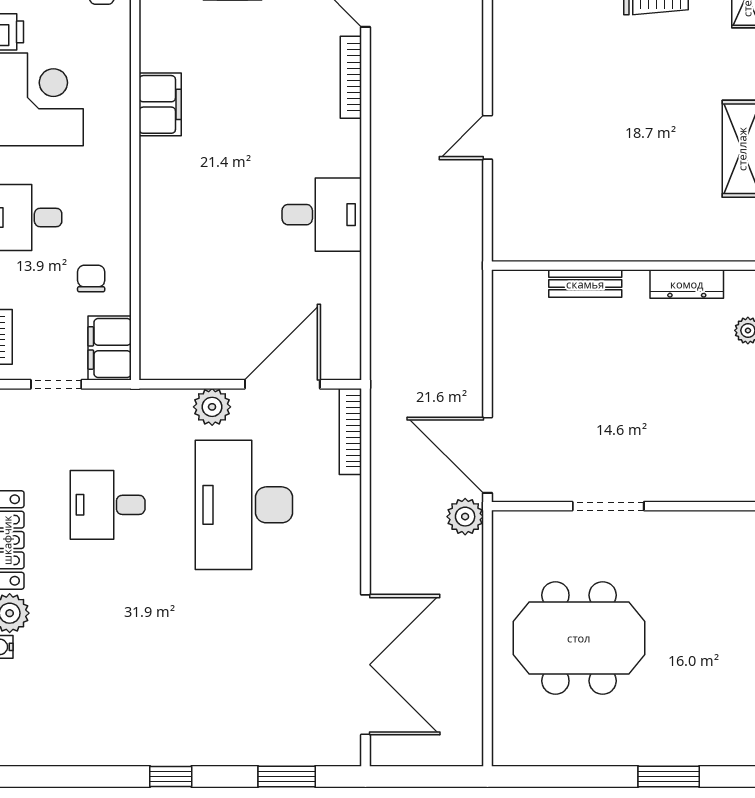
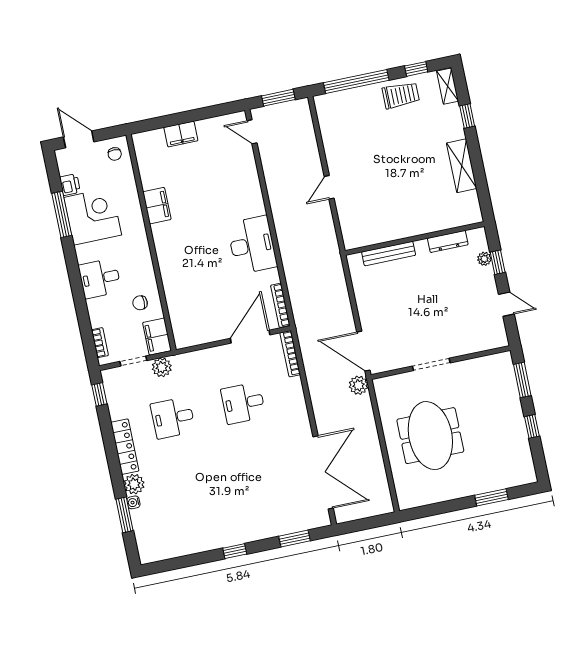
bookcase: (351, 77) -> (280, 305), moved
desk: (322, 215) -> (252, 245), width x1.37
chair: (91, 278) -> (140, 303), turned -90
bench: (585, 284) -> (389, 254), width x1.36
plant: (212, 407) -> (162, 367), moved
desk: (244, 505) -> (243, 403), width x0.53, depth x0.77
meeting table: (579, 638) -> (430, 436), turned 90

